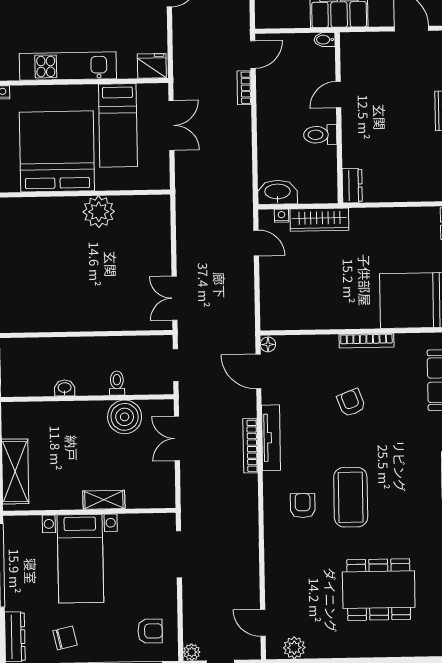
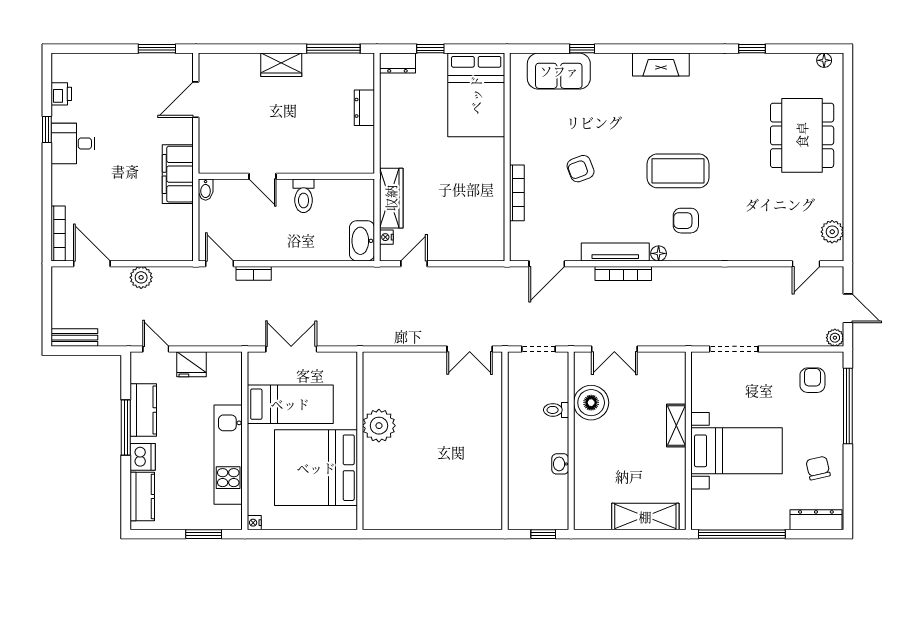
fridge: (152, 66) -> (192, 364), moved, turned -90
dresser: (352, 186) -> (364, 108), moved, turned -90
bookcase: (366, 341) -> (517, 193), moved
floor lamp: (268, 344) -> (659, 253), moved
dining table: (379, 590) -> (802, 135), moved

